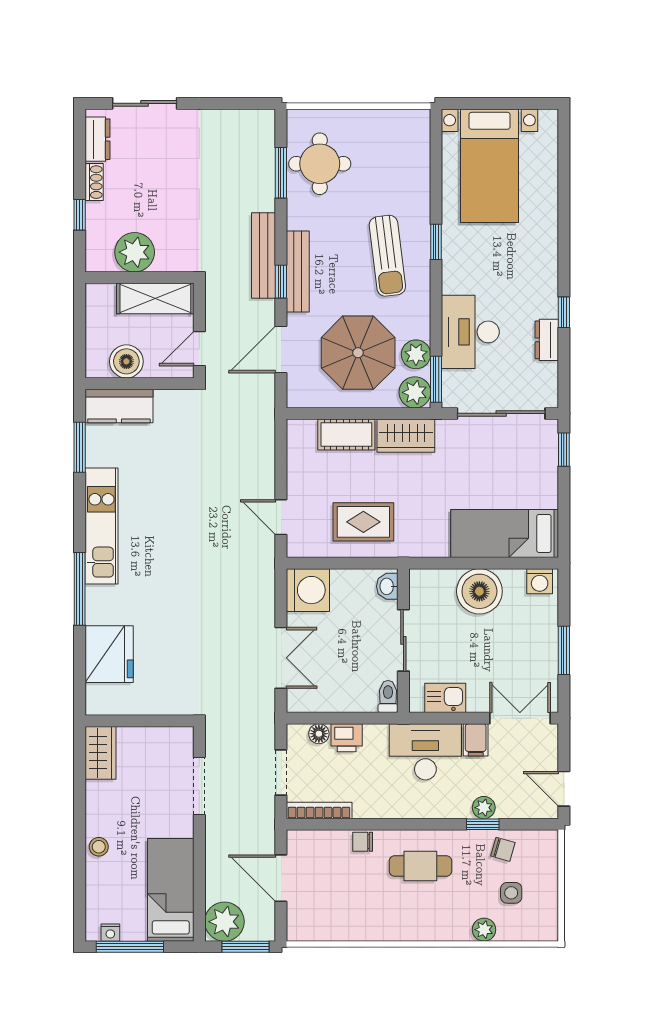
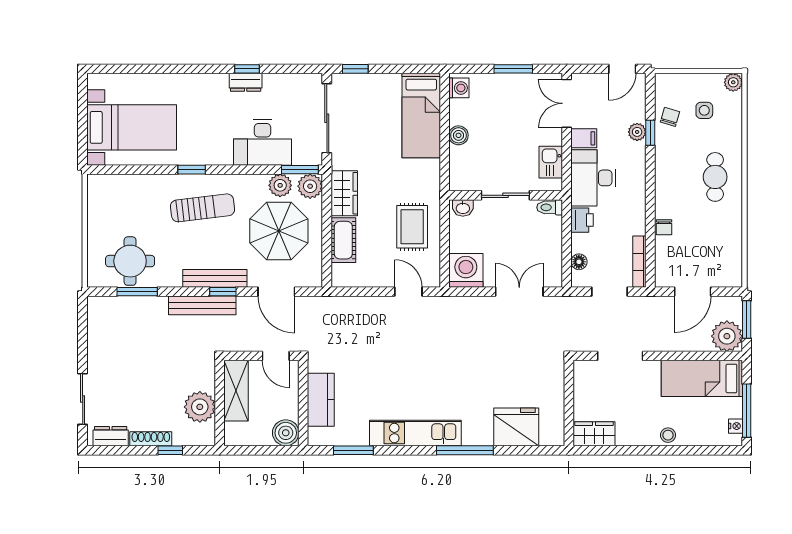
shoe rack: (94, 182) -> (151, 439), width x1.43
dresser: (547, 340) -> (246, 82), moved
boiler: (126, 361) -> (286, 433), moved
kitchen counter: (119, 406) -> (321, 400), moved
door: (281, 517) -> (408, 292), swing flipped
boiler: (479, 591) -> (458, 135), width x0.54, depth x0.54
printer: (347, 738) -> (582, 220), moved
cafe table: (420, 866) -> (715, 177), moved
plant: (484, 930) -> (733, 82), moved

